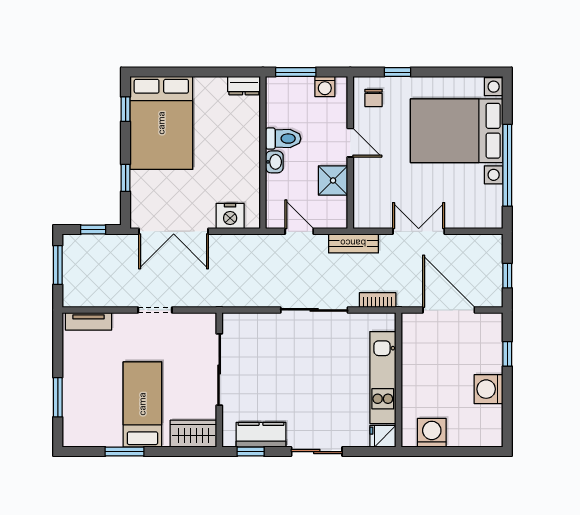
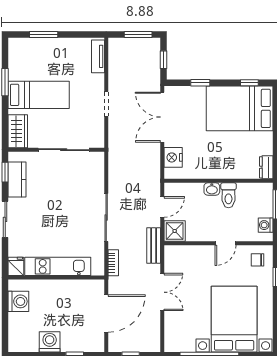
shower: (333, 180) -> (175, 231), moved

